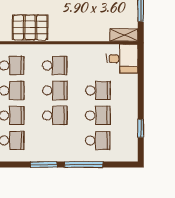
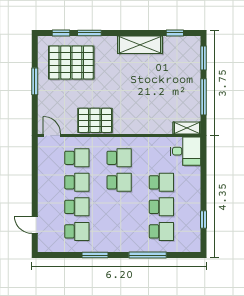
school desk: (55, 115) -> (119, 207), removed
window: (44, 165) -> (95, 255), moved

